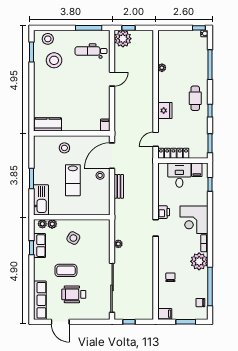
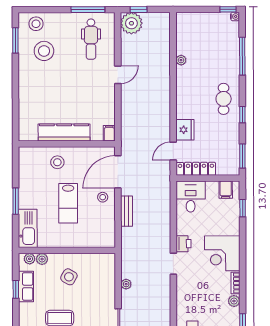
dental chair: (91, 51) -> (91, 39), turned -90
fridge: (165, 110) -> (185, 130), moved
kitchen counter: (48, 124) -> (64, 132), moved, width x1.50
desk: (179, 175) -> (191, 197), moved
plant: (199, 261) -> (234, 301), width x0.53, depth x0.53

